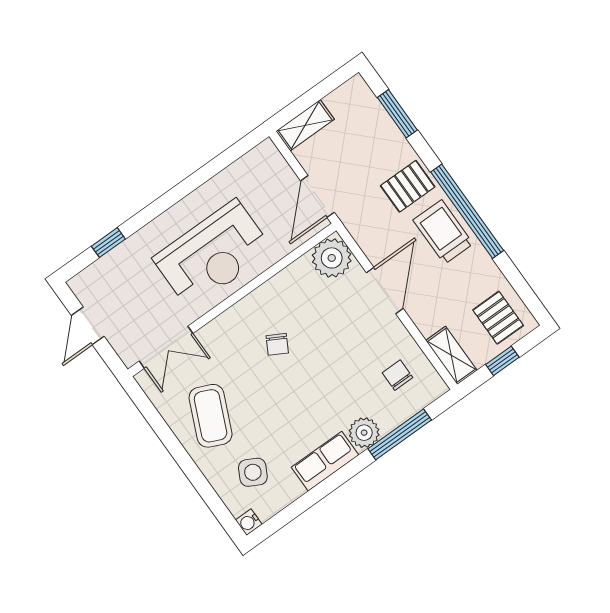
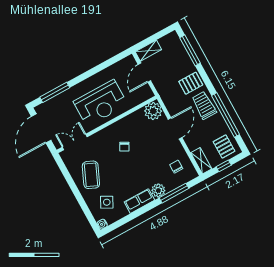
window: (397, 114) -> (190, 50), width x1.44
door: (318, 197) -> (144, 73), moved
window: (467, 211) -> (226, 115), moved
window: (108, 243) -> (55, 92), width x2.17
door: (88, 326) -> (41, 128), width x1.87
double door: (166, 347) -> (75, 142), swing flipped

